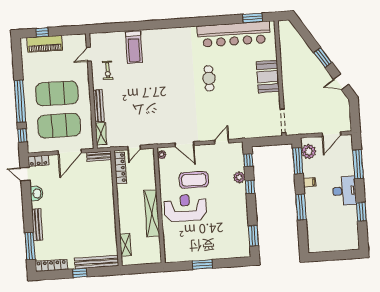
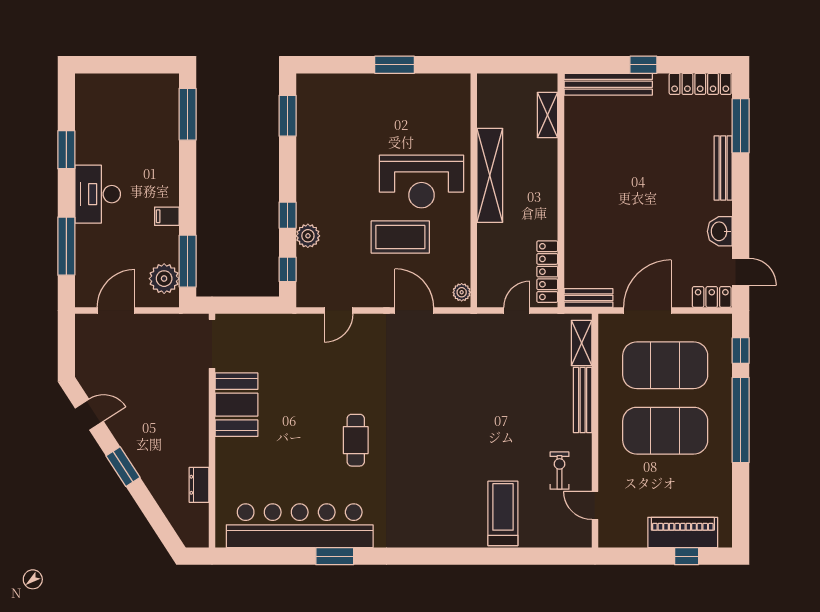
window: (253, 18) -> (335, 556), moved
dresser: (285, 51) -> (199, 485), added
door: (89, 54) -> (595, 505), swing flipped
booth: (268, 77) -> (237, 405), moved
window: (301, 207) -> (188, 114), moved

